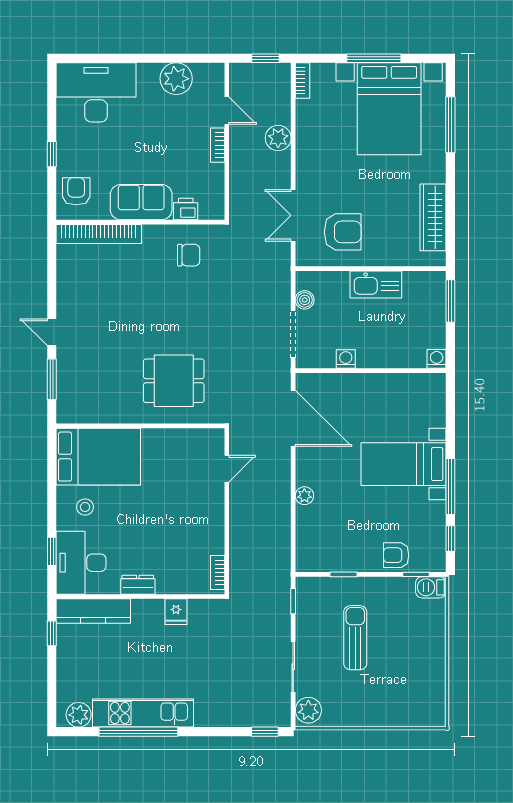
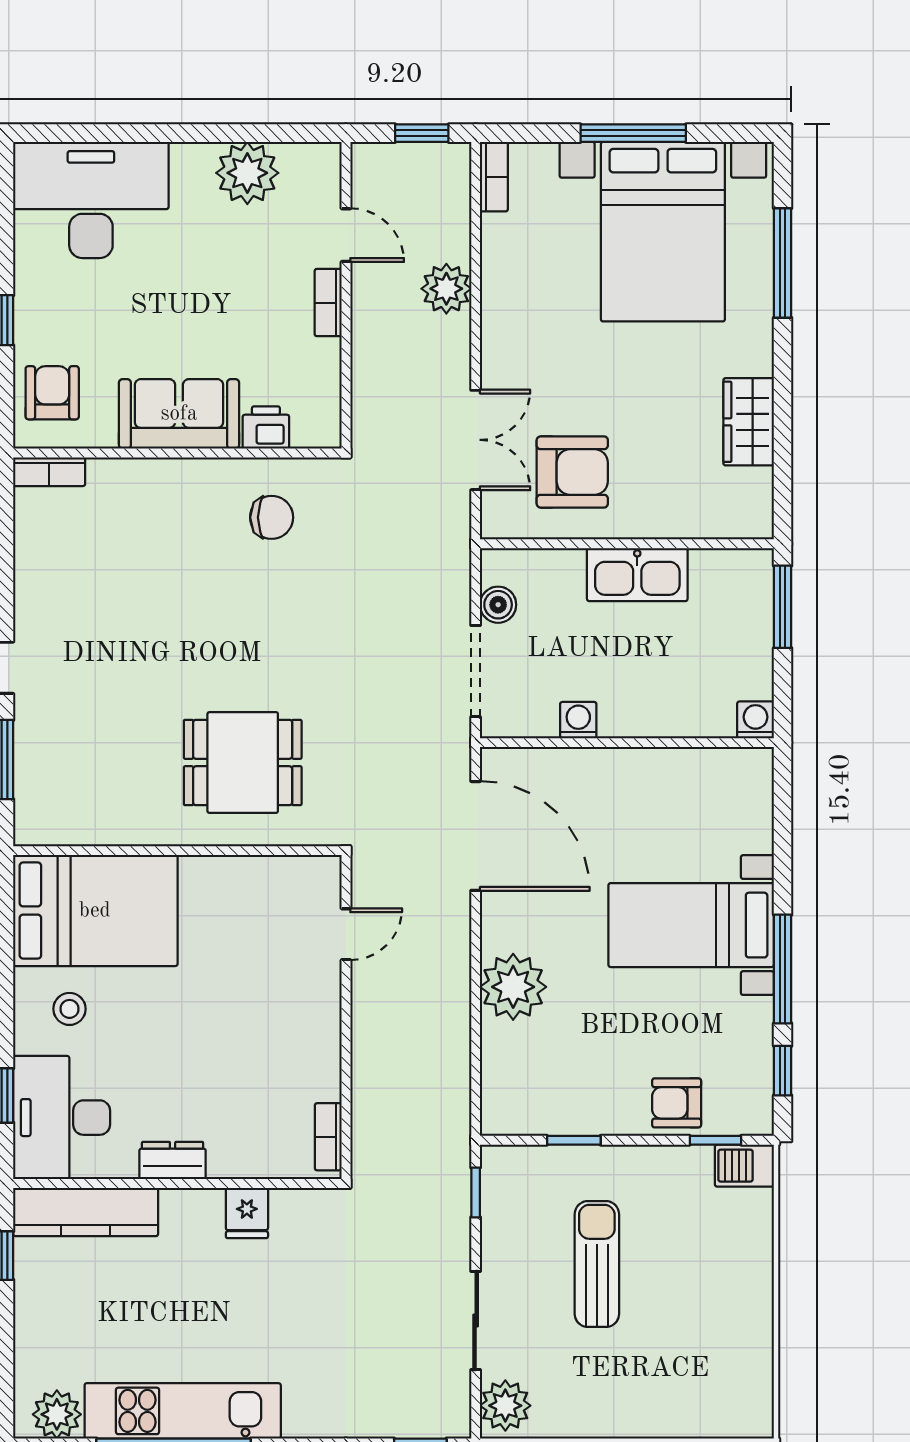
double door: (293, 215) -> (476, 440), swing flipped
wardrobe: (433, 217) -> (749, 422), width x0.67
bookcase: (99, 234) -> (49, 472), width x0.43, depth x0.76
plant: (304, 496) -> (513, 987), width x1.87, depth x1.87

